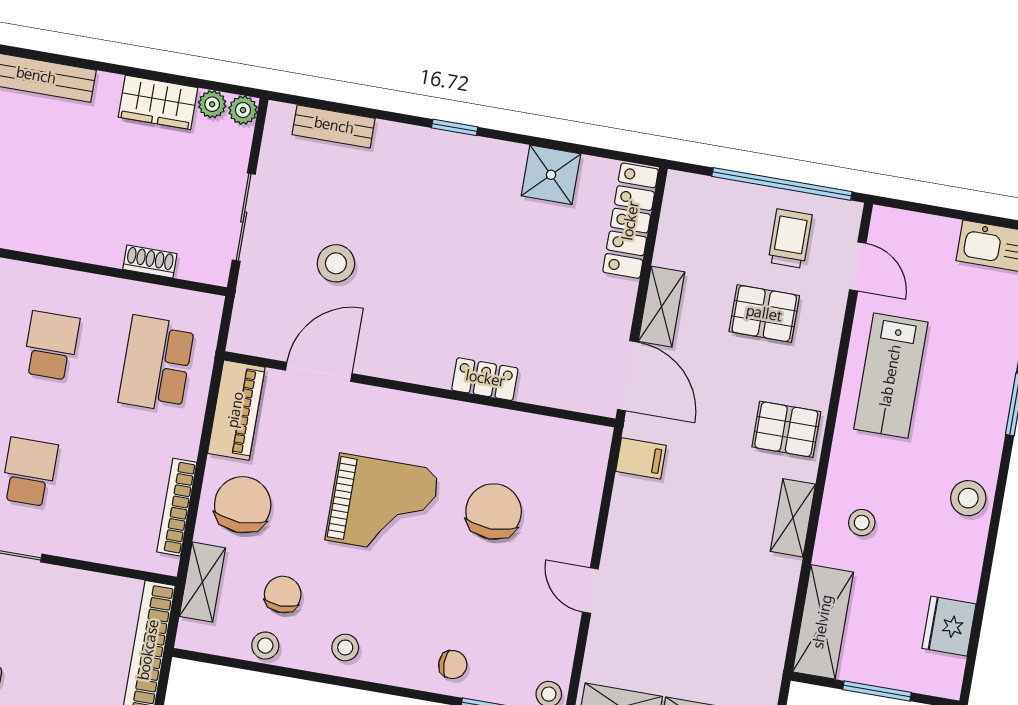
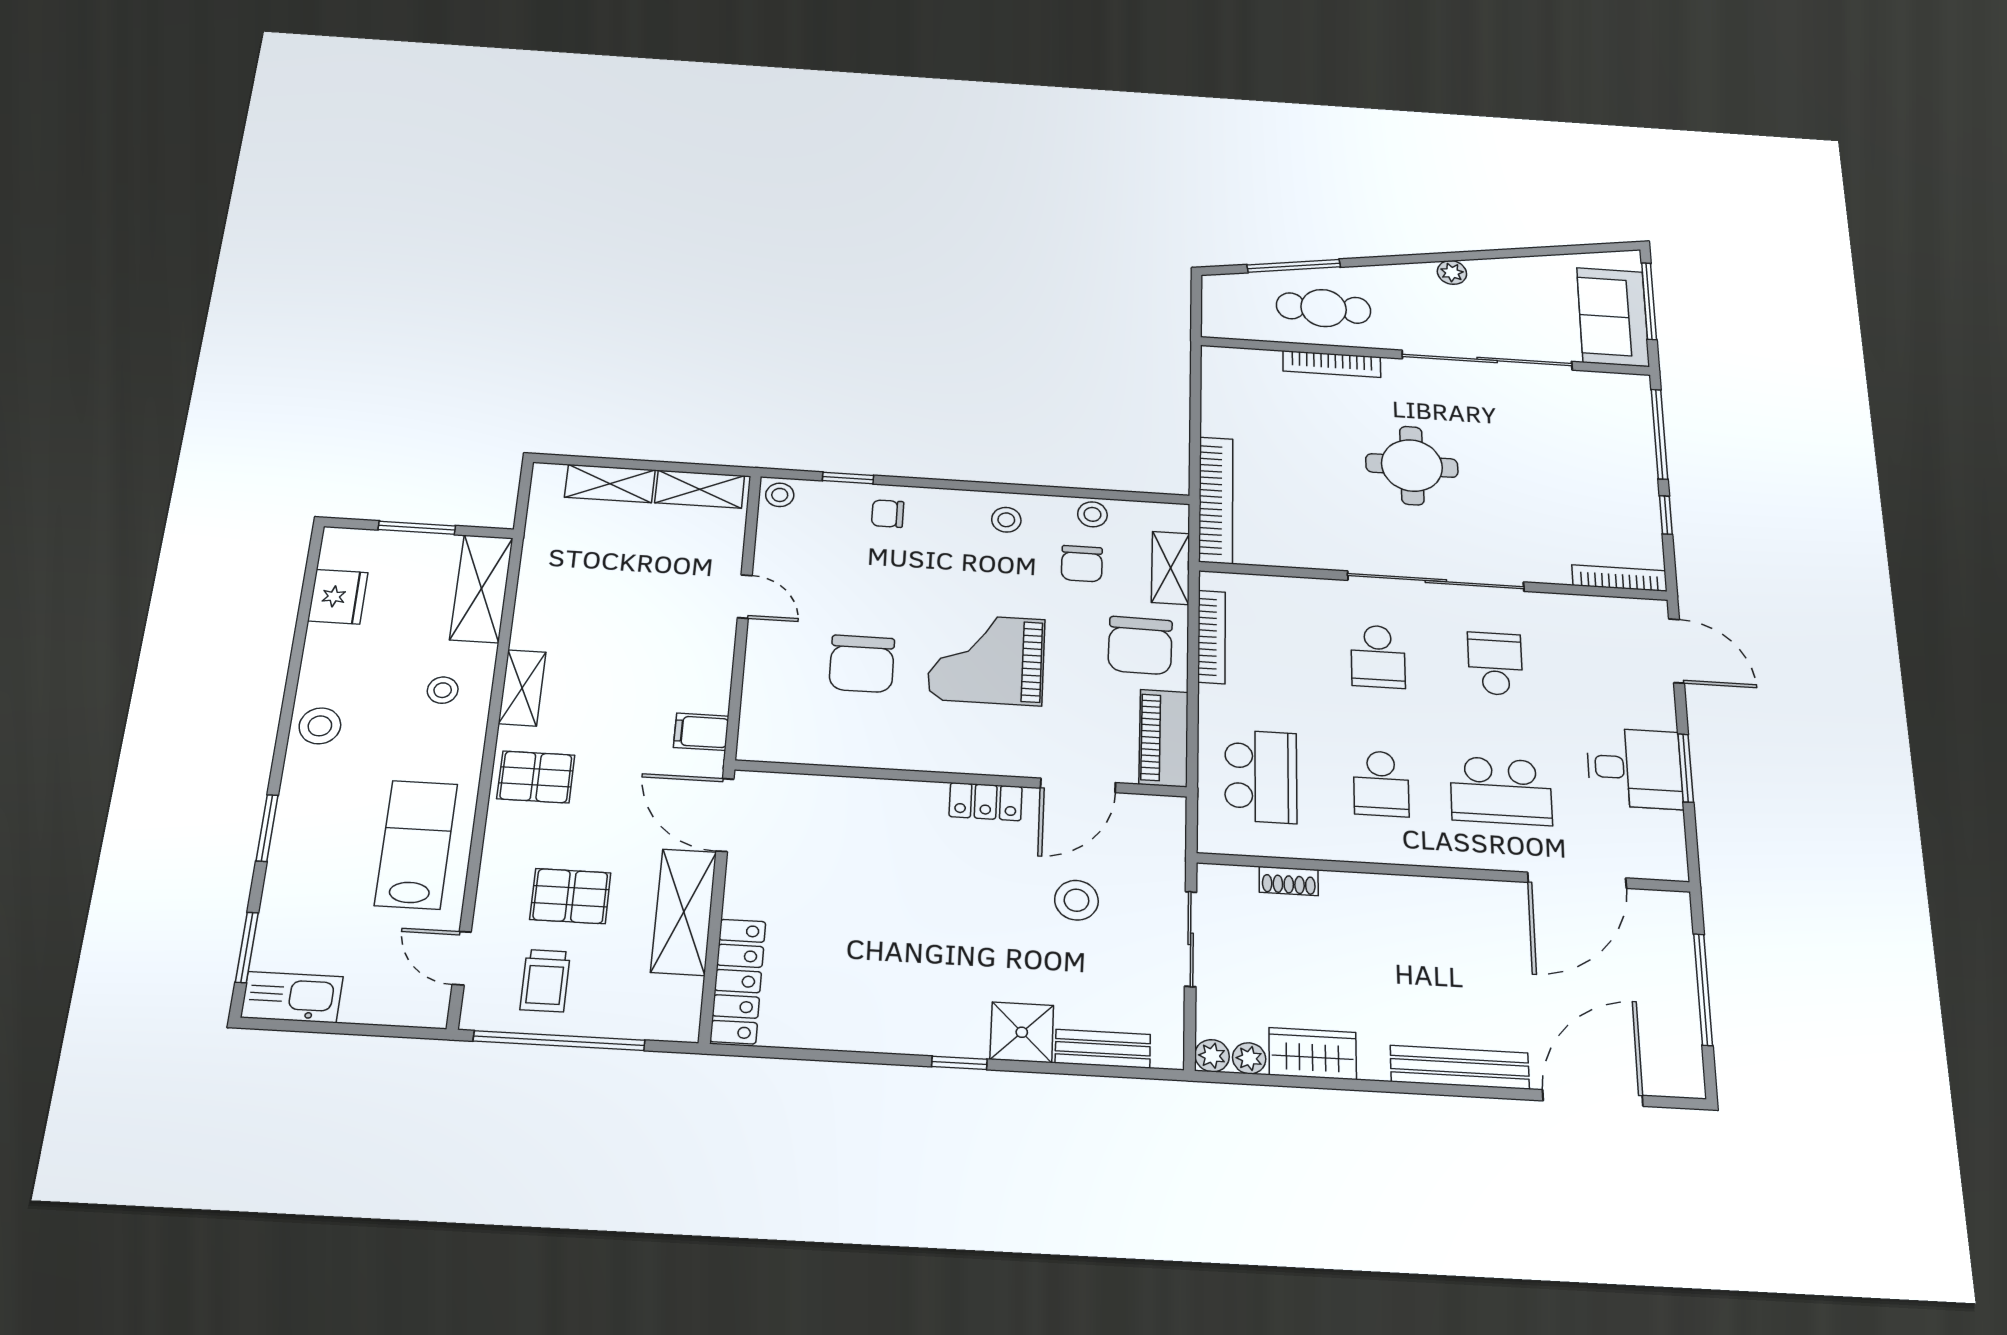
shower: (551, 175) -> (1022, 1032), moved
shelving: (661, 307) -> (684, 912), width x1.50, depth x1.33
locker: (485, 379) -> (986, 802), moved

